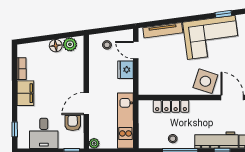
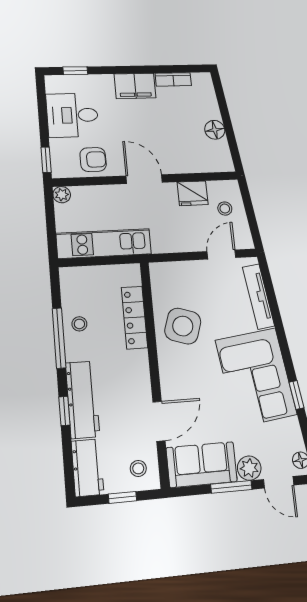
plant: (70, 44) -> (219, 151), removed
fridge: (126, 70) -> (193, 193), moved, turned 180
side table: (205, 81) -> (183, 326), moved
door: (86, 104) -> (144, 179), moved

